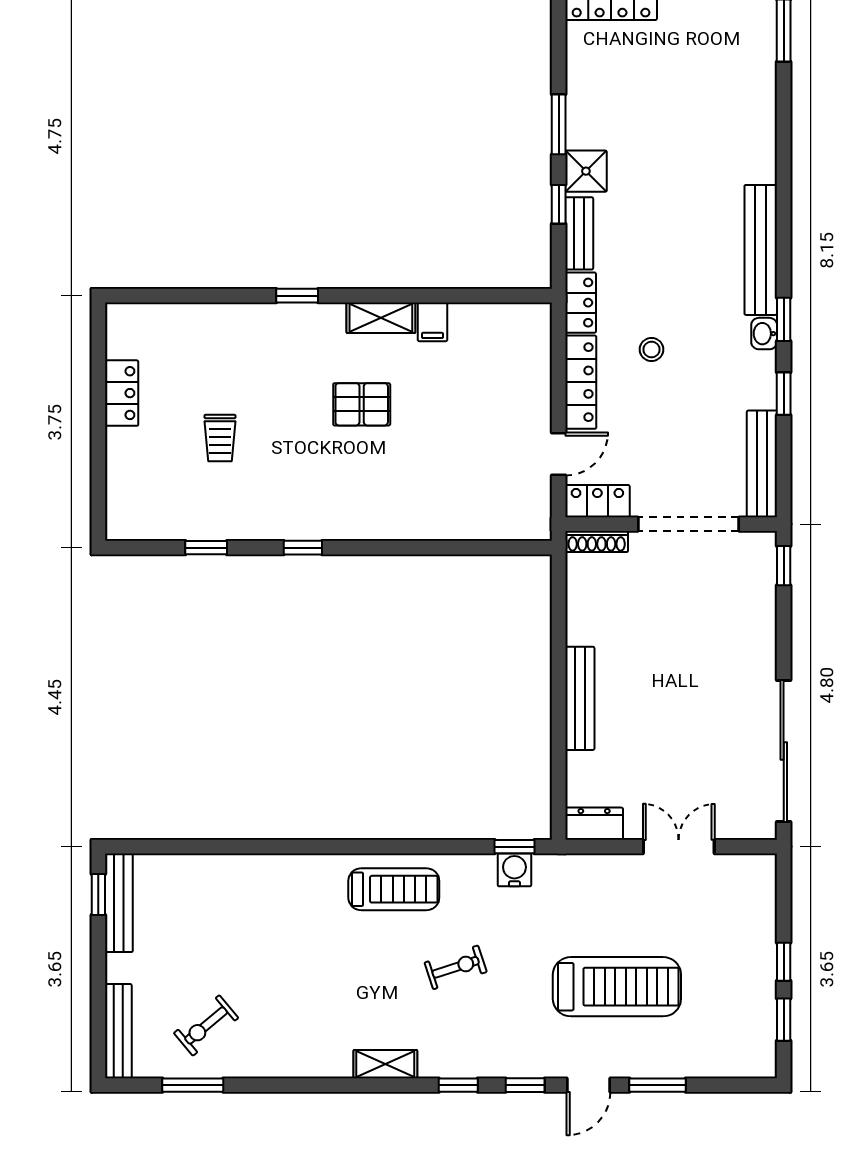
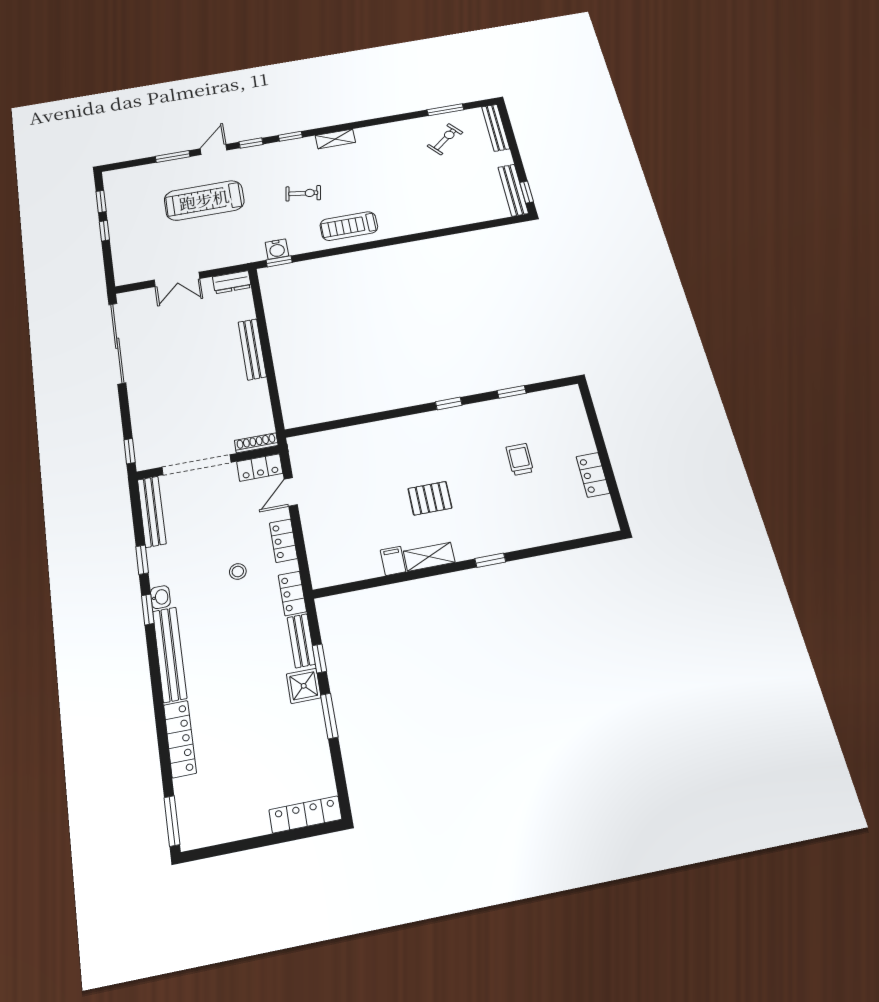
locker: (761, 133) -> (180, 739), added
locker: (581, 382) -> (283, 541), width x0.66
exercise bike: (456, 967) -> (303, 193), turned -153

